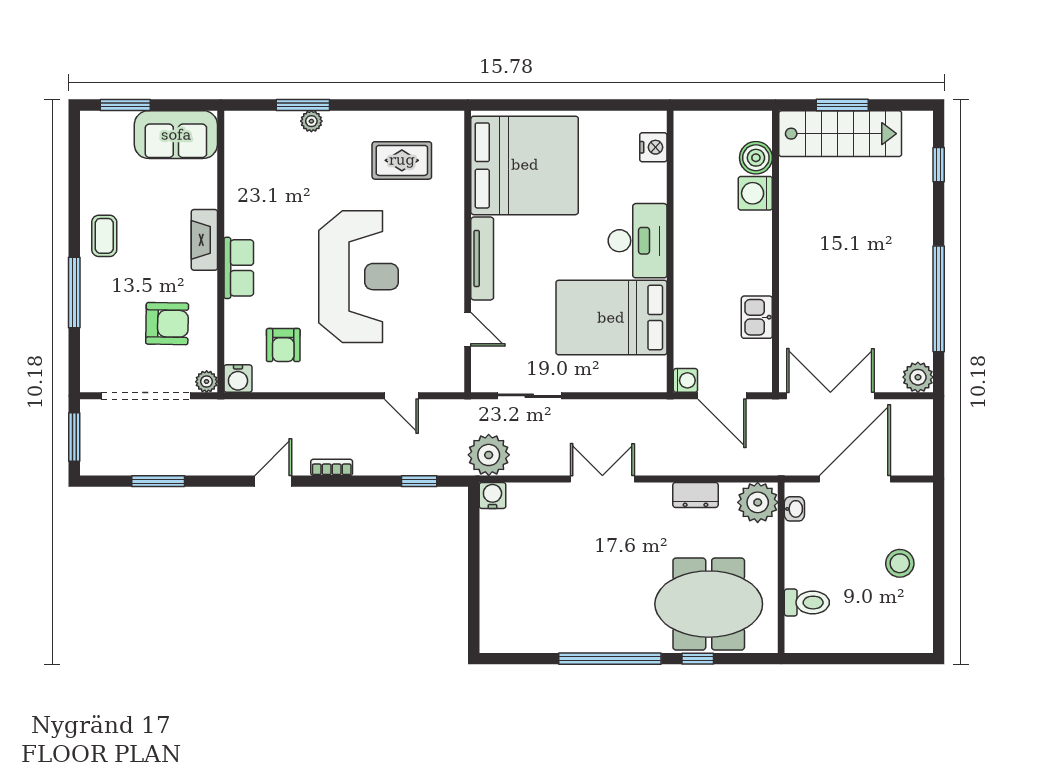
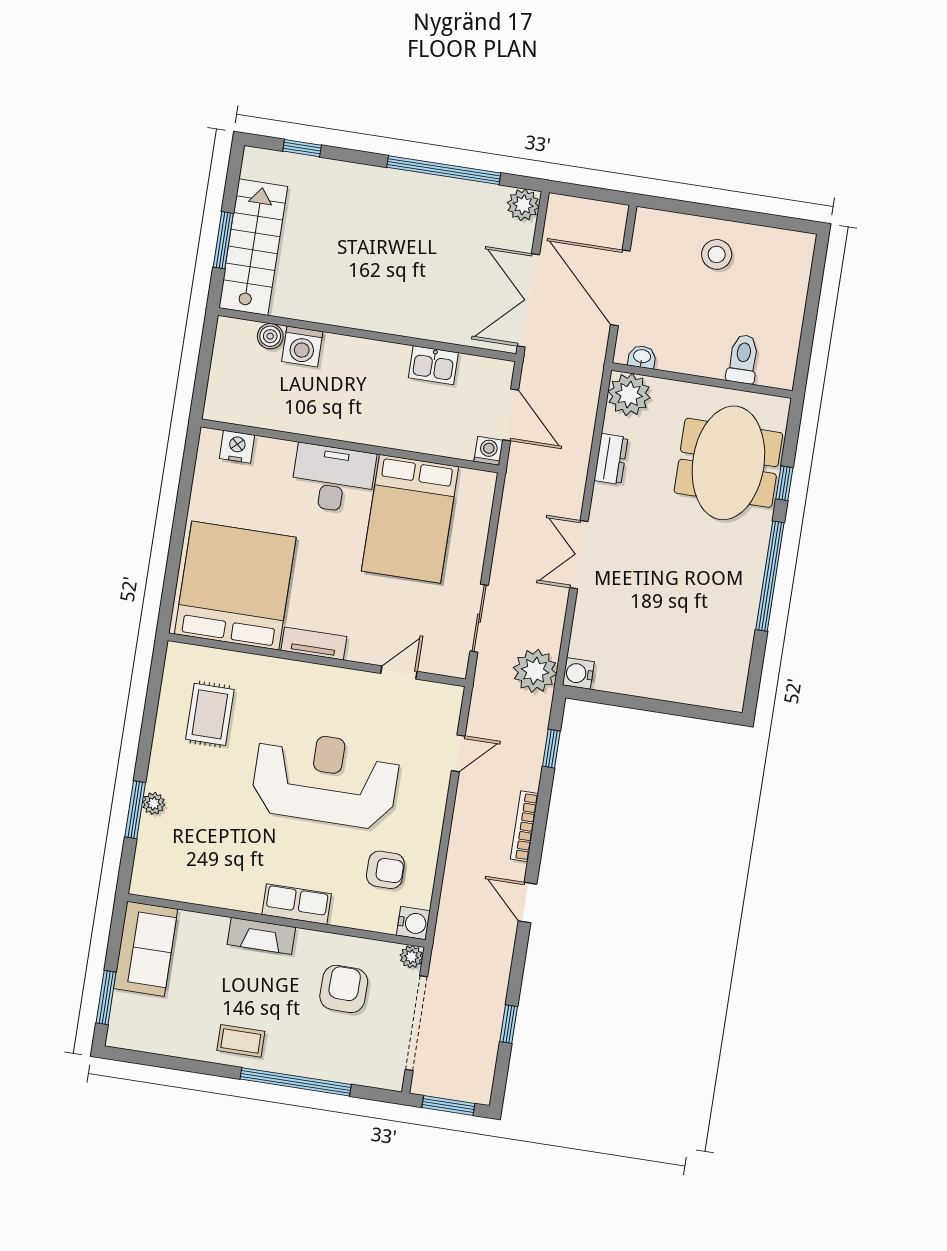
boiler: (756, 158) -> (270, 336), width x0.73, depth x0.73
tv unit: (482, 258) -> (314, 644), width x0.71
window: (74, 292) -> (296, 1082), width x1.46
door: (722, 396) -> (511, 415), hinge flipped
bookcase: (332, 467) -> (524, 826), width x1.56
window: (158, 481) -> (509, 1024), width x0.67

